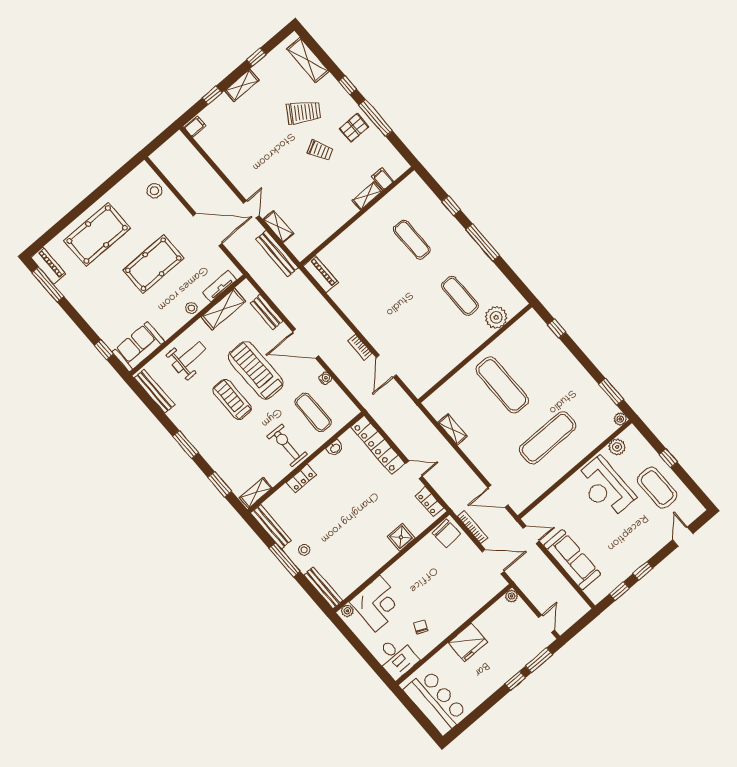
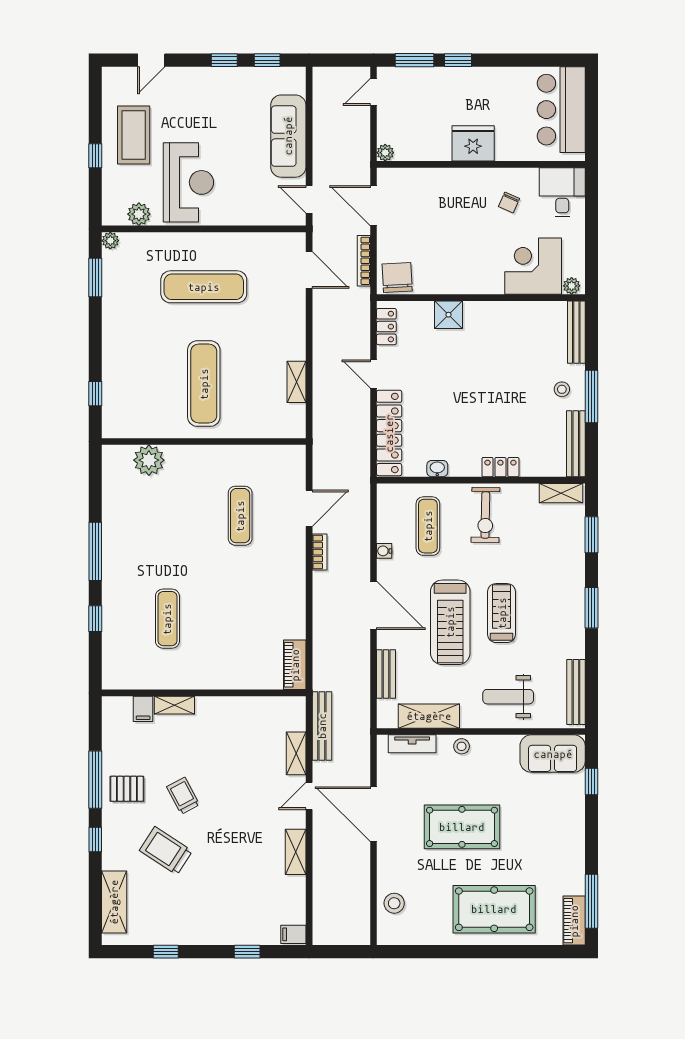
shelving: (242, 85) -> (296, 852), moved, turned 90
exercise mat: (460, 296) -> (240, 516), moved
treadmill: (232, 399) -> (502, 613), turned 180

